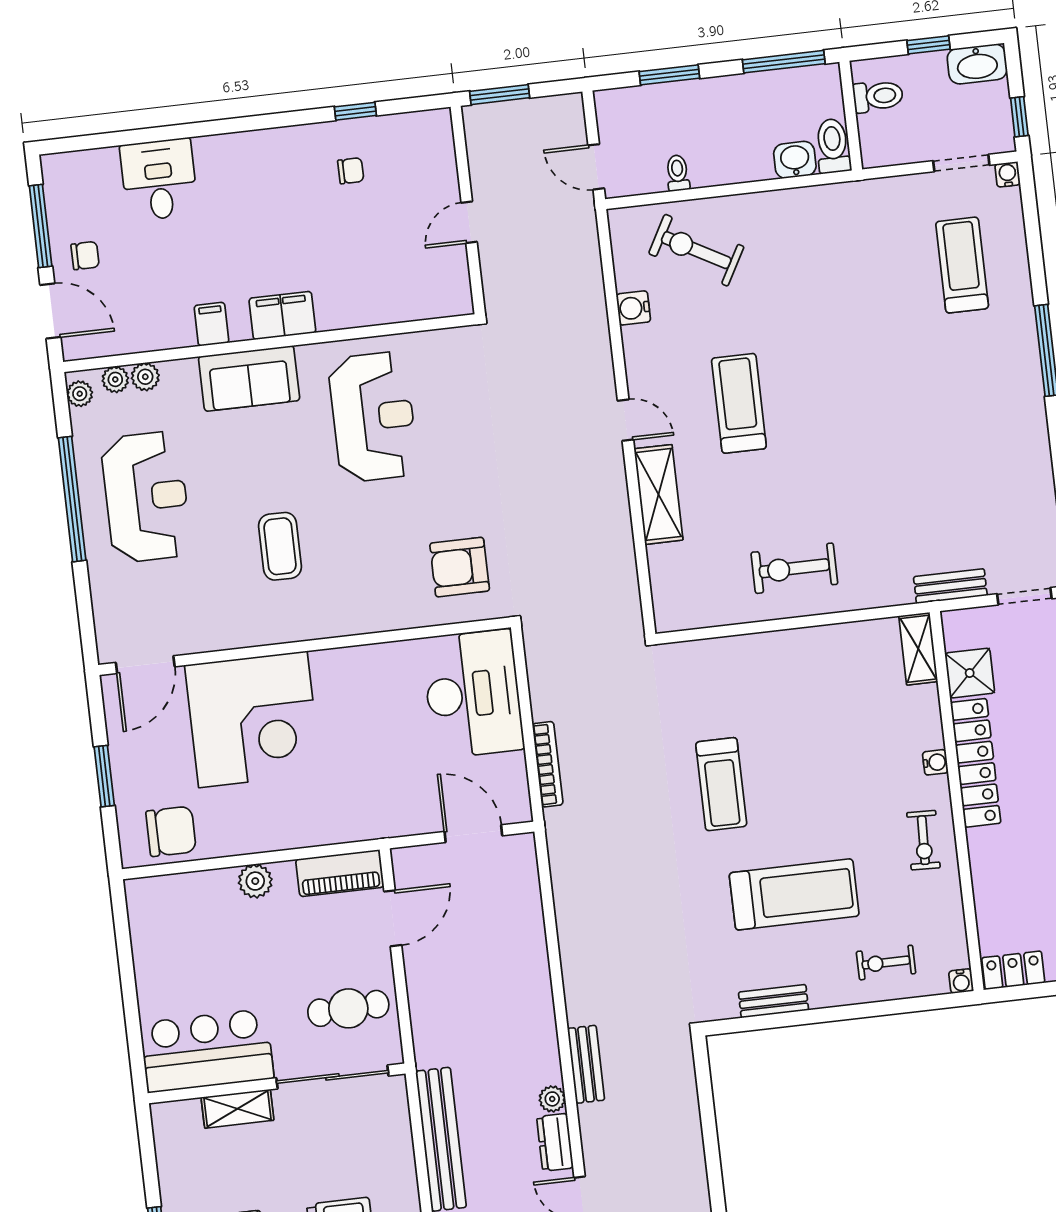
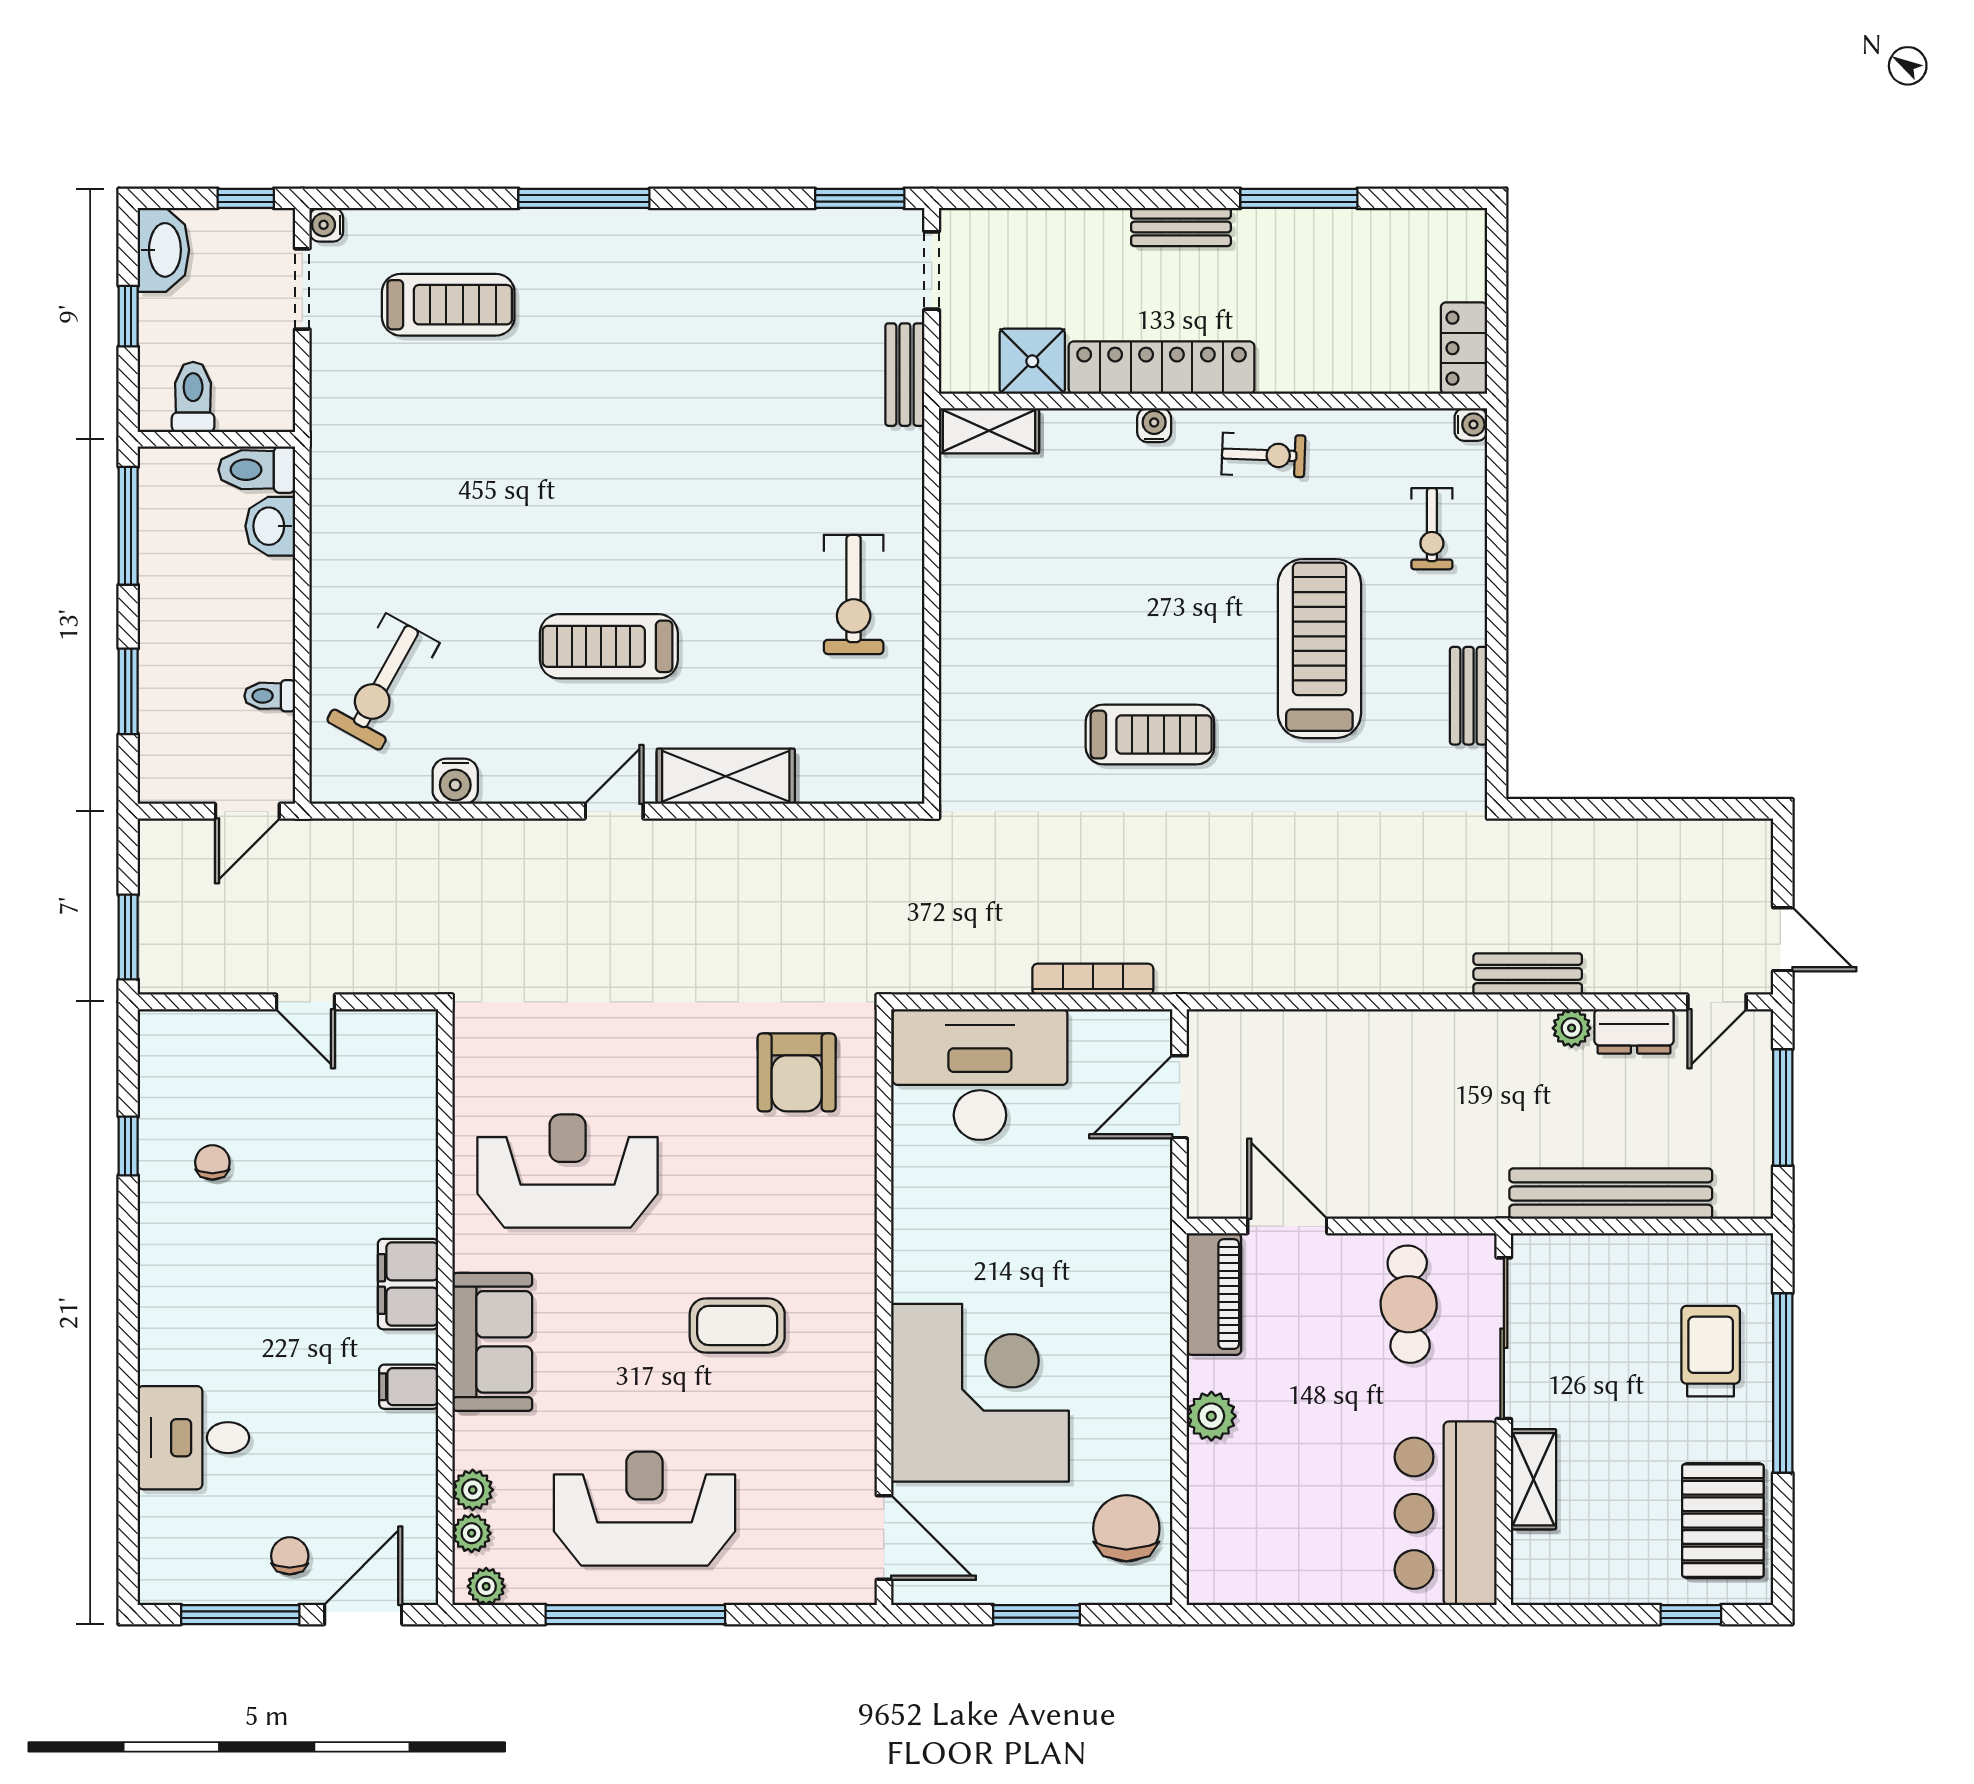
treadmill: (962, 265) -> (448, 305), turned 180

